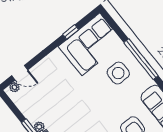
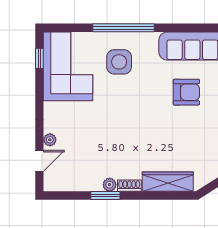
window: (71, 32) -> (39, 58), moved
plant: (14, 87) -> (50, 140), moved

